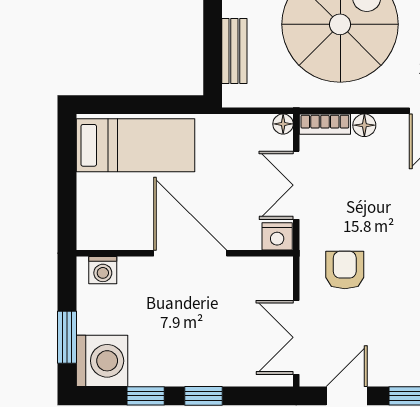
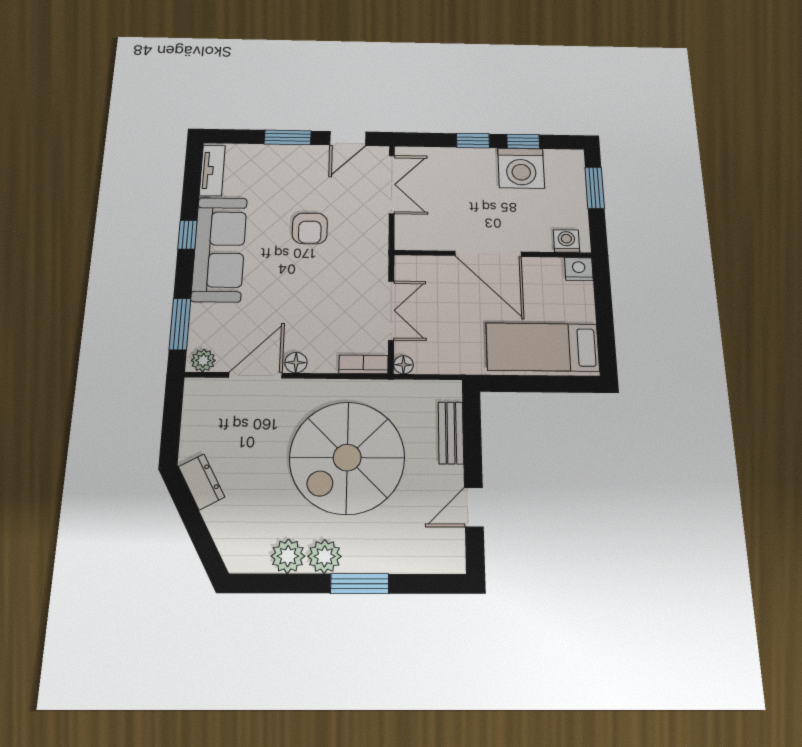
floor lamp: (364, 125) -> (296, 363), moved
nightstand: (277, 236) -> (579, 269), moved
armchair: (345, 270) -> (310, 228), moved
washing machine: (102, 361) -> (521, 168), moved, turned -90

